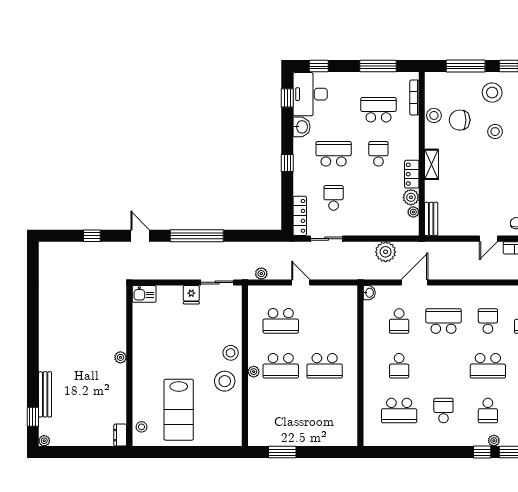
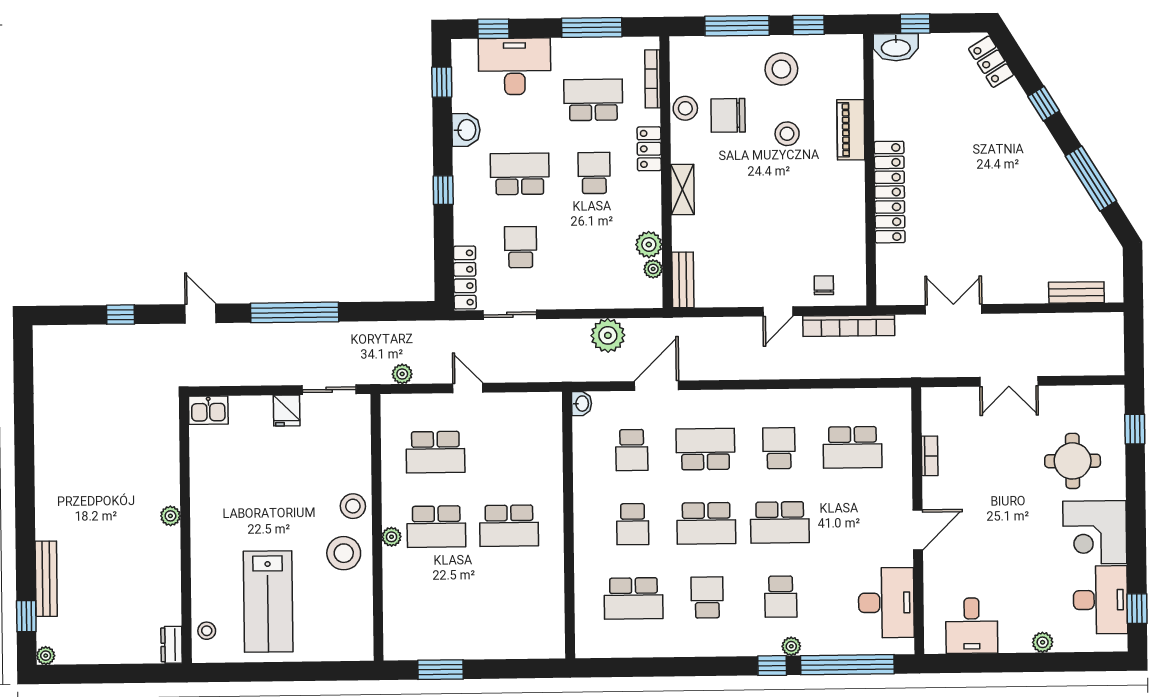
desk: (310, 94) -> (515, 66), moved, turned 90
locker: (412, 174) -> (649, 149), moved
school desk: (443, 366) -> (706, 523), added

